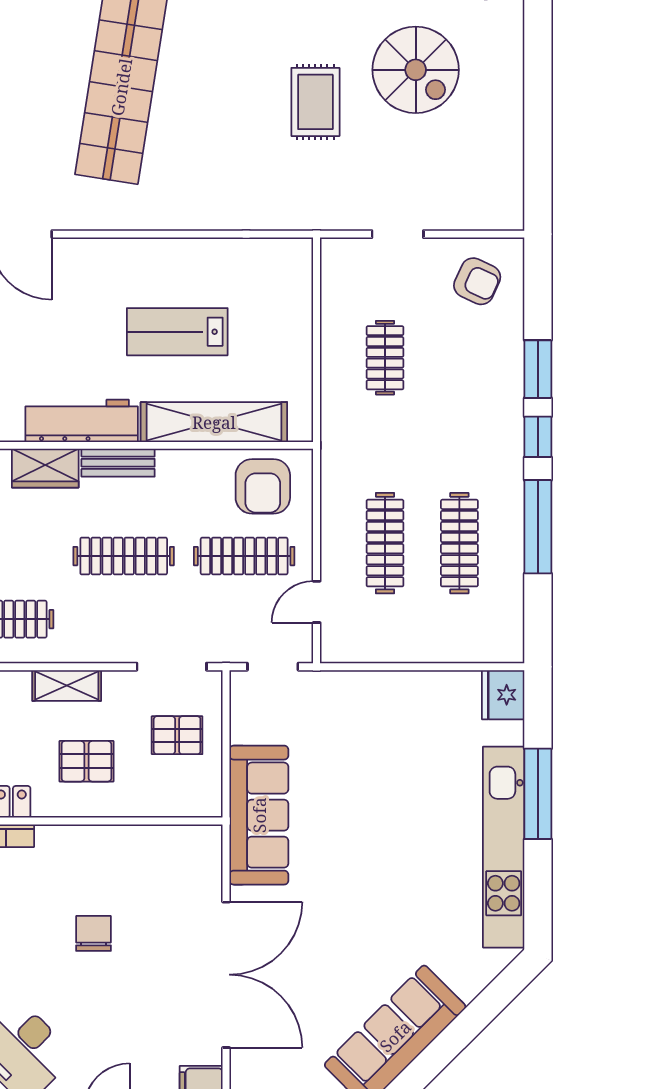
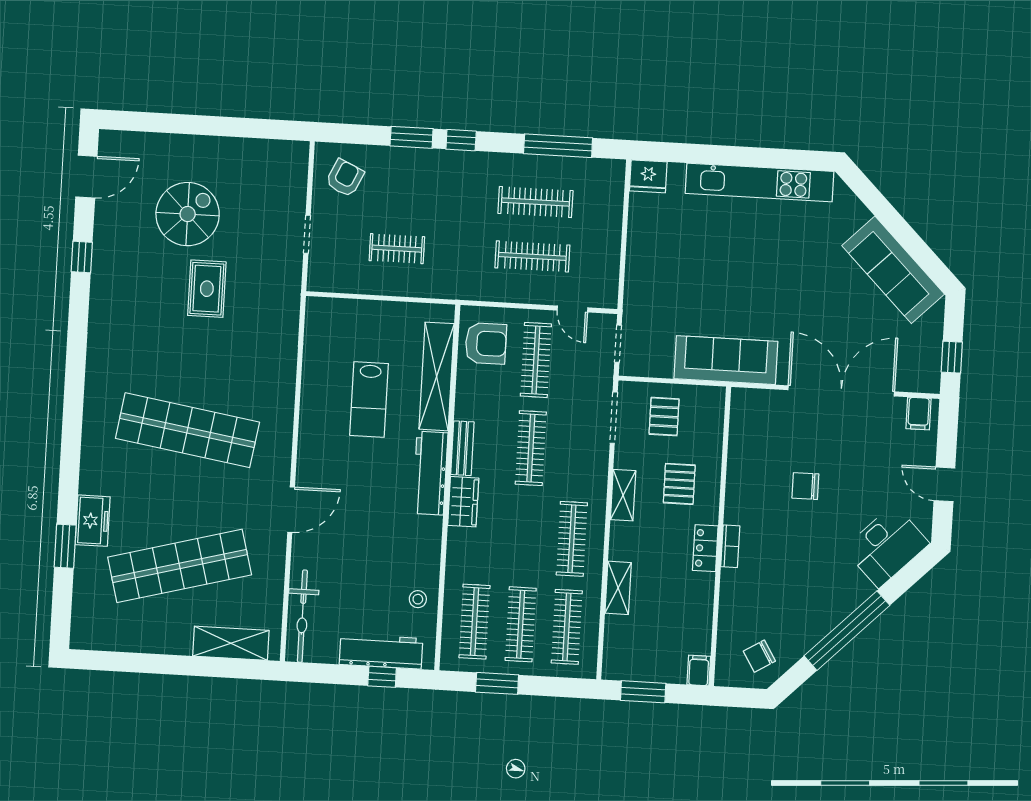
rug: (315, 102) -> (207, 289), turned 90
window: (538, 527) -> (558, 146), moved
window: (538, 794) -> (722, 155), removed

